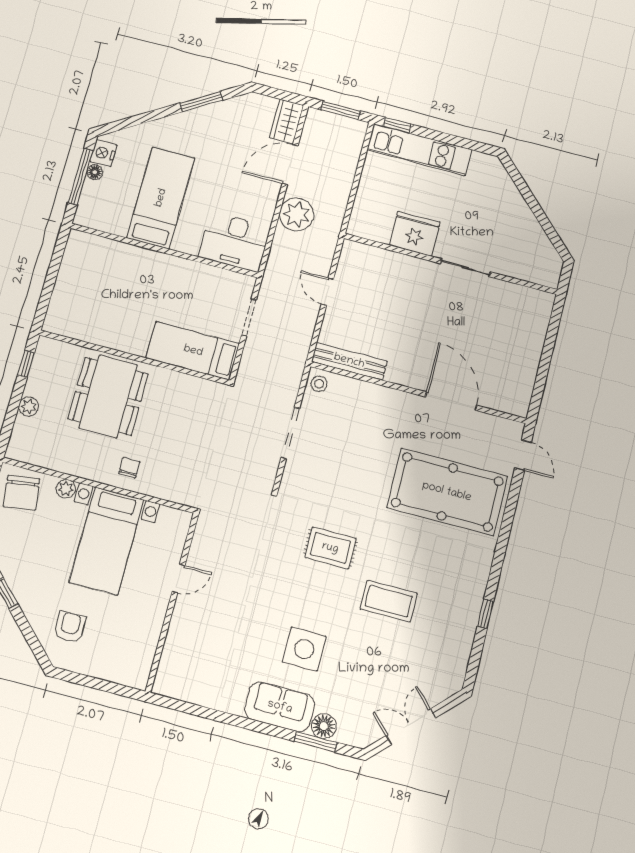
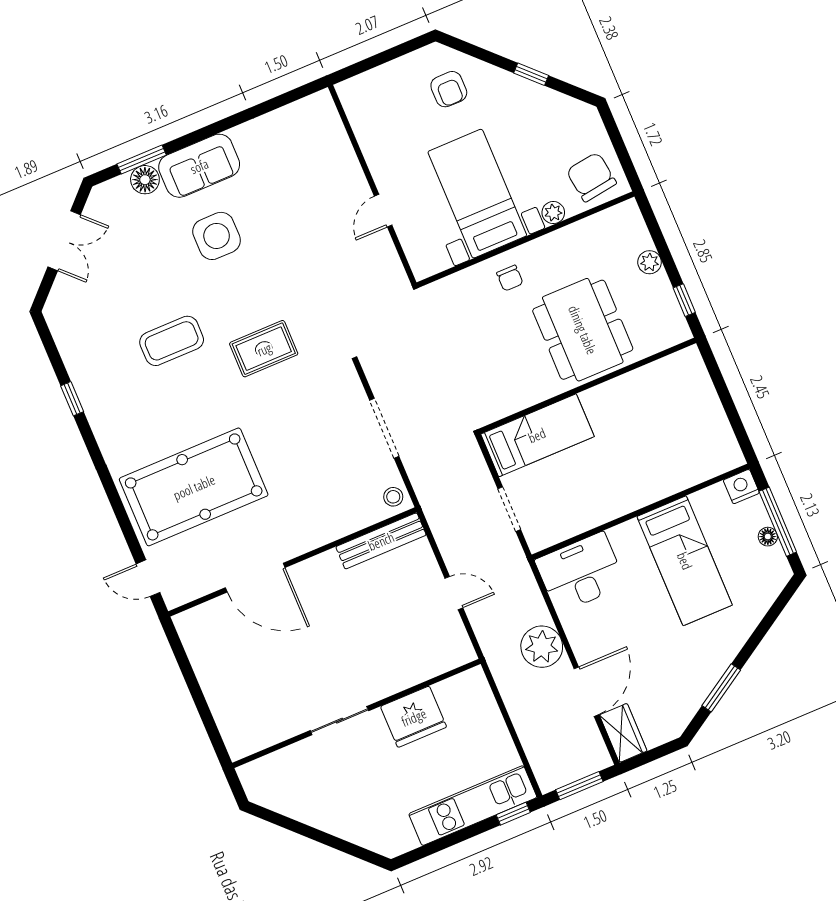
nightstand: (103, 153) -> (741, 487), moved, turned -90

